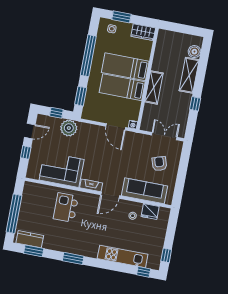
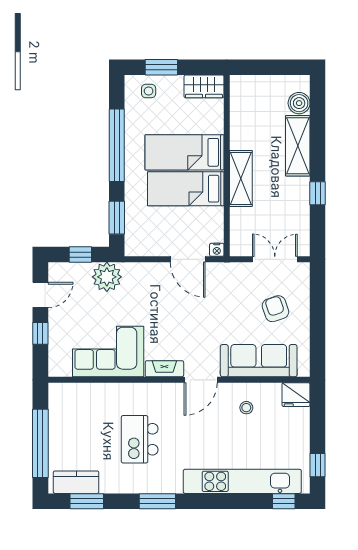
kitchen island: (66, 207) -> (140, 439), moved
fridge: (150, 212) -> (296, 395), moved
kitchen unit: (123, 256) -> (242, 481), width x1.36

